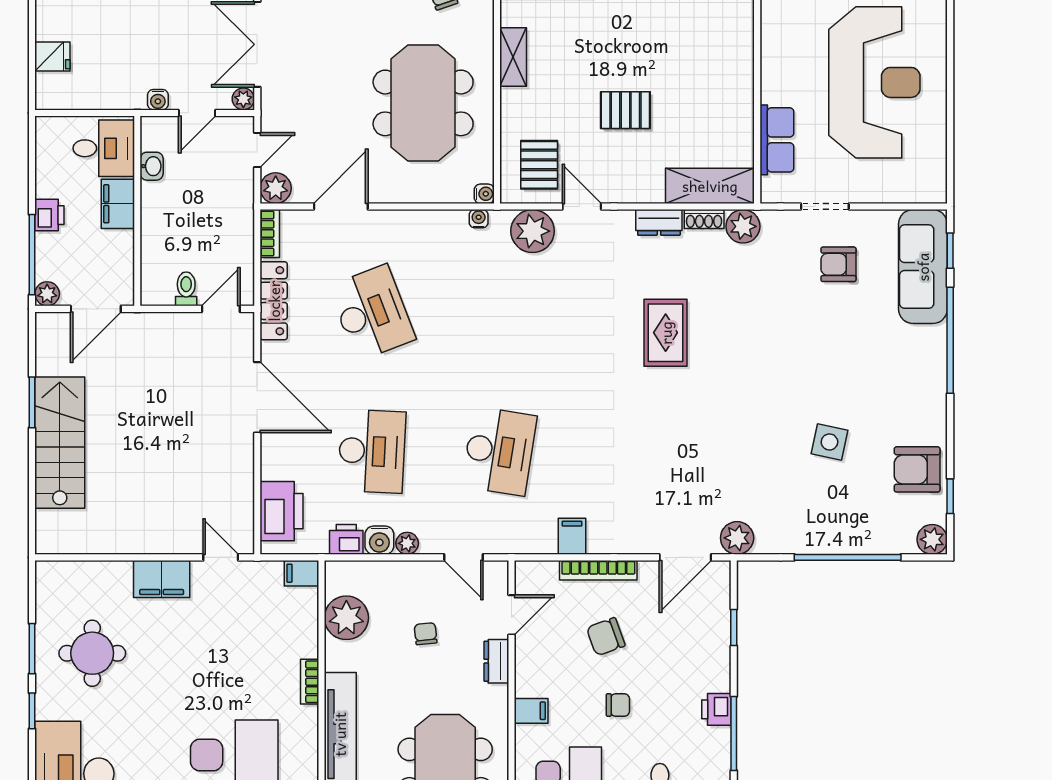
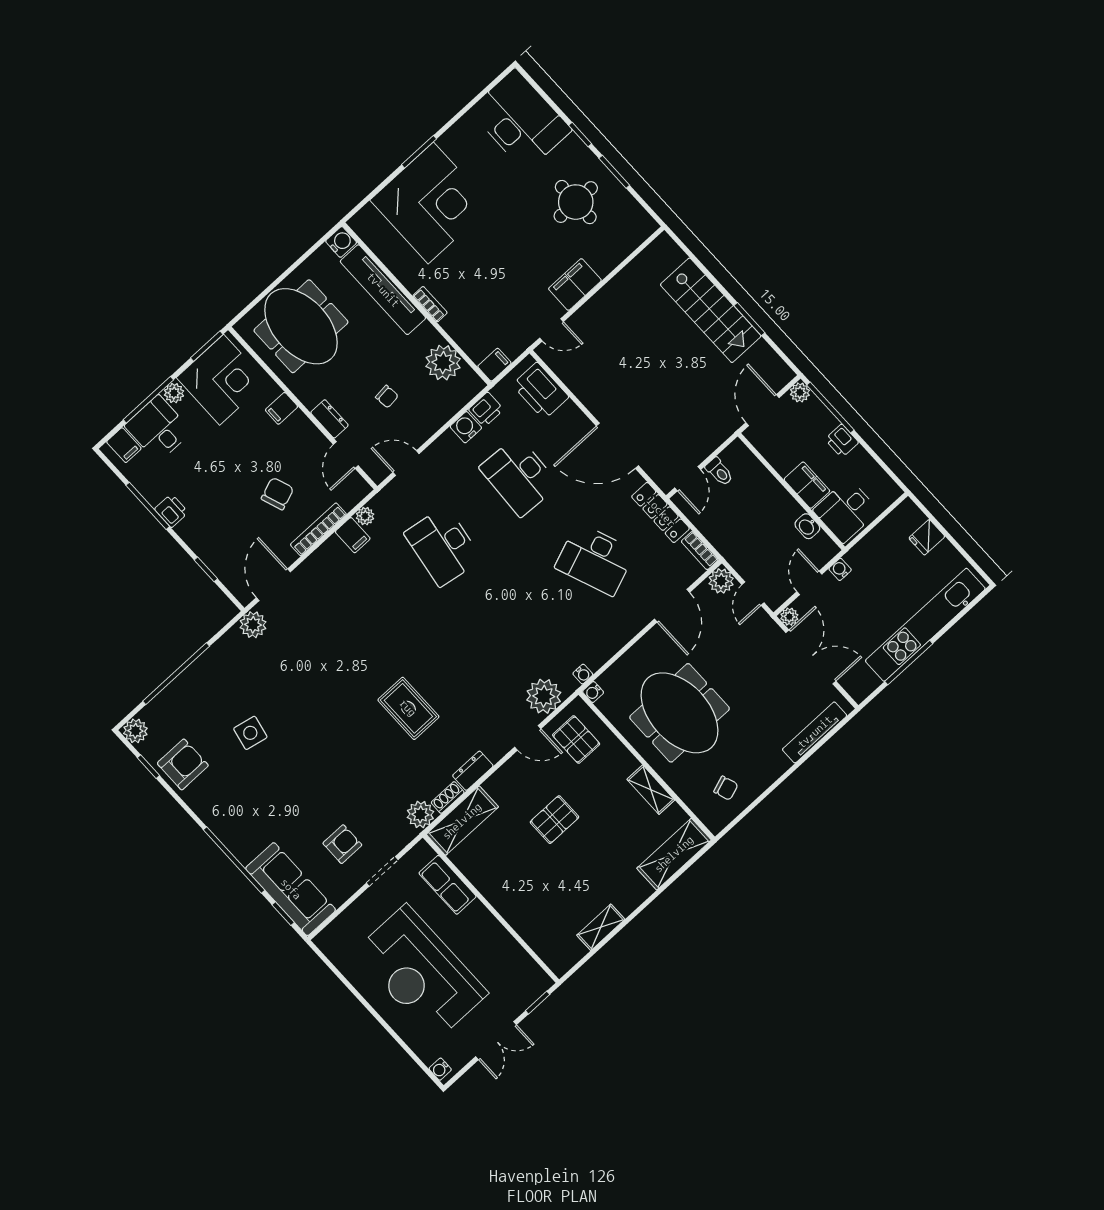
plant: (407, 543) -> (365, 516), moved
chair: (618, 705) -> (233, 459), removed

